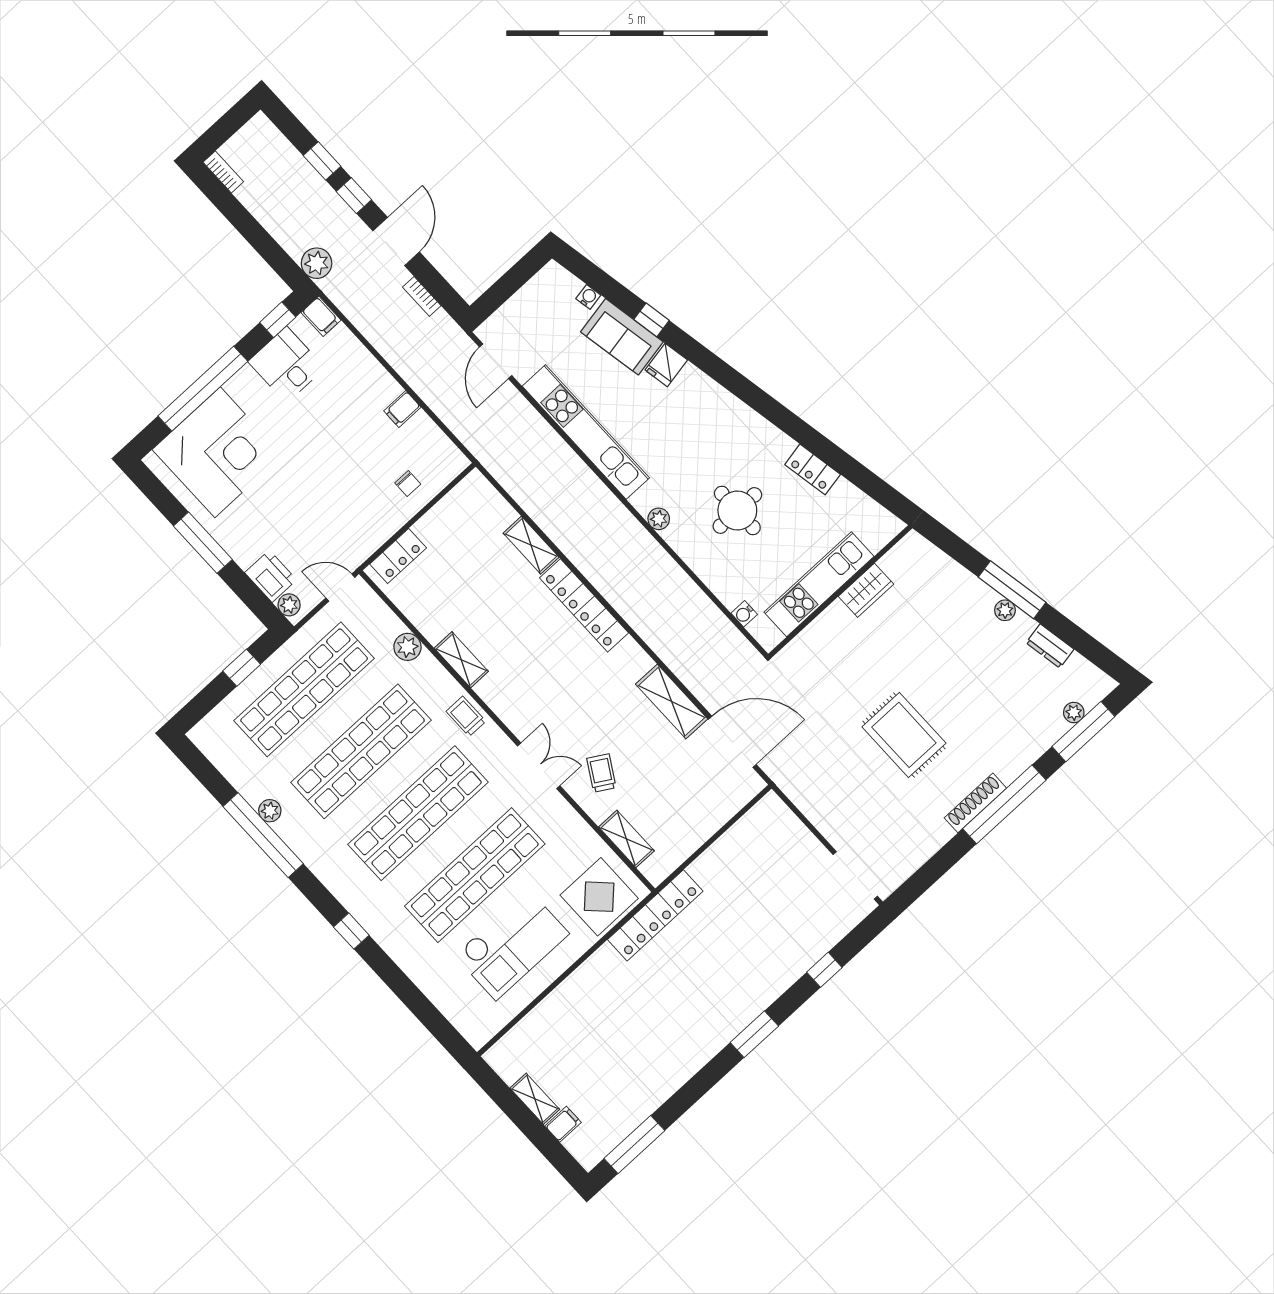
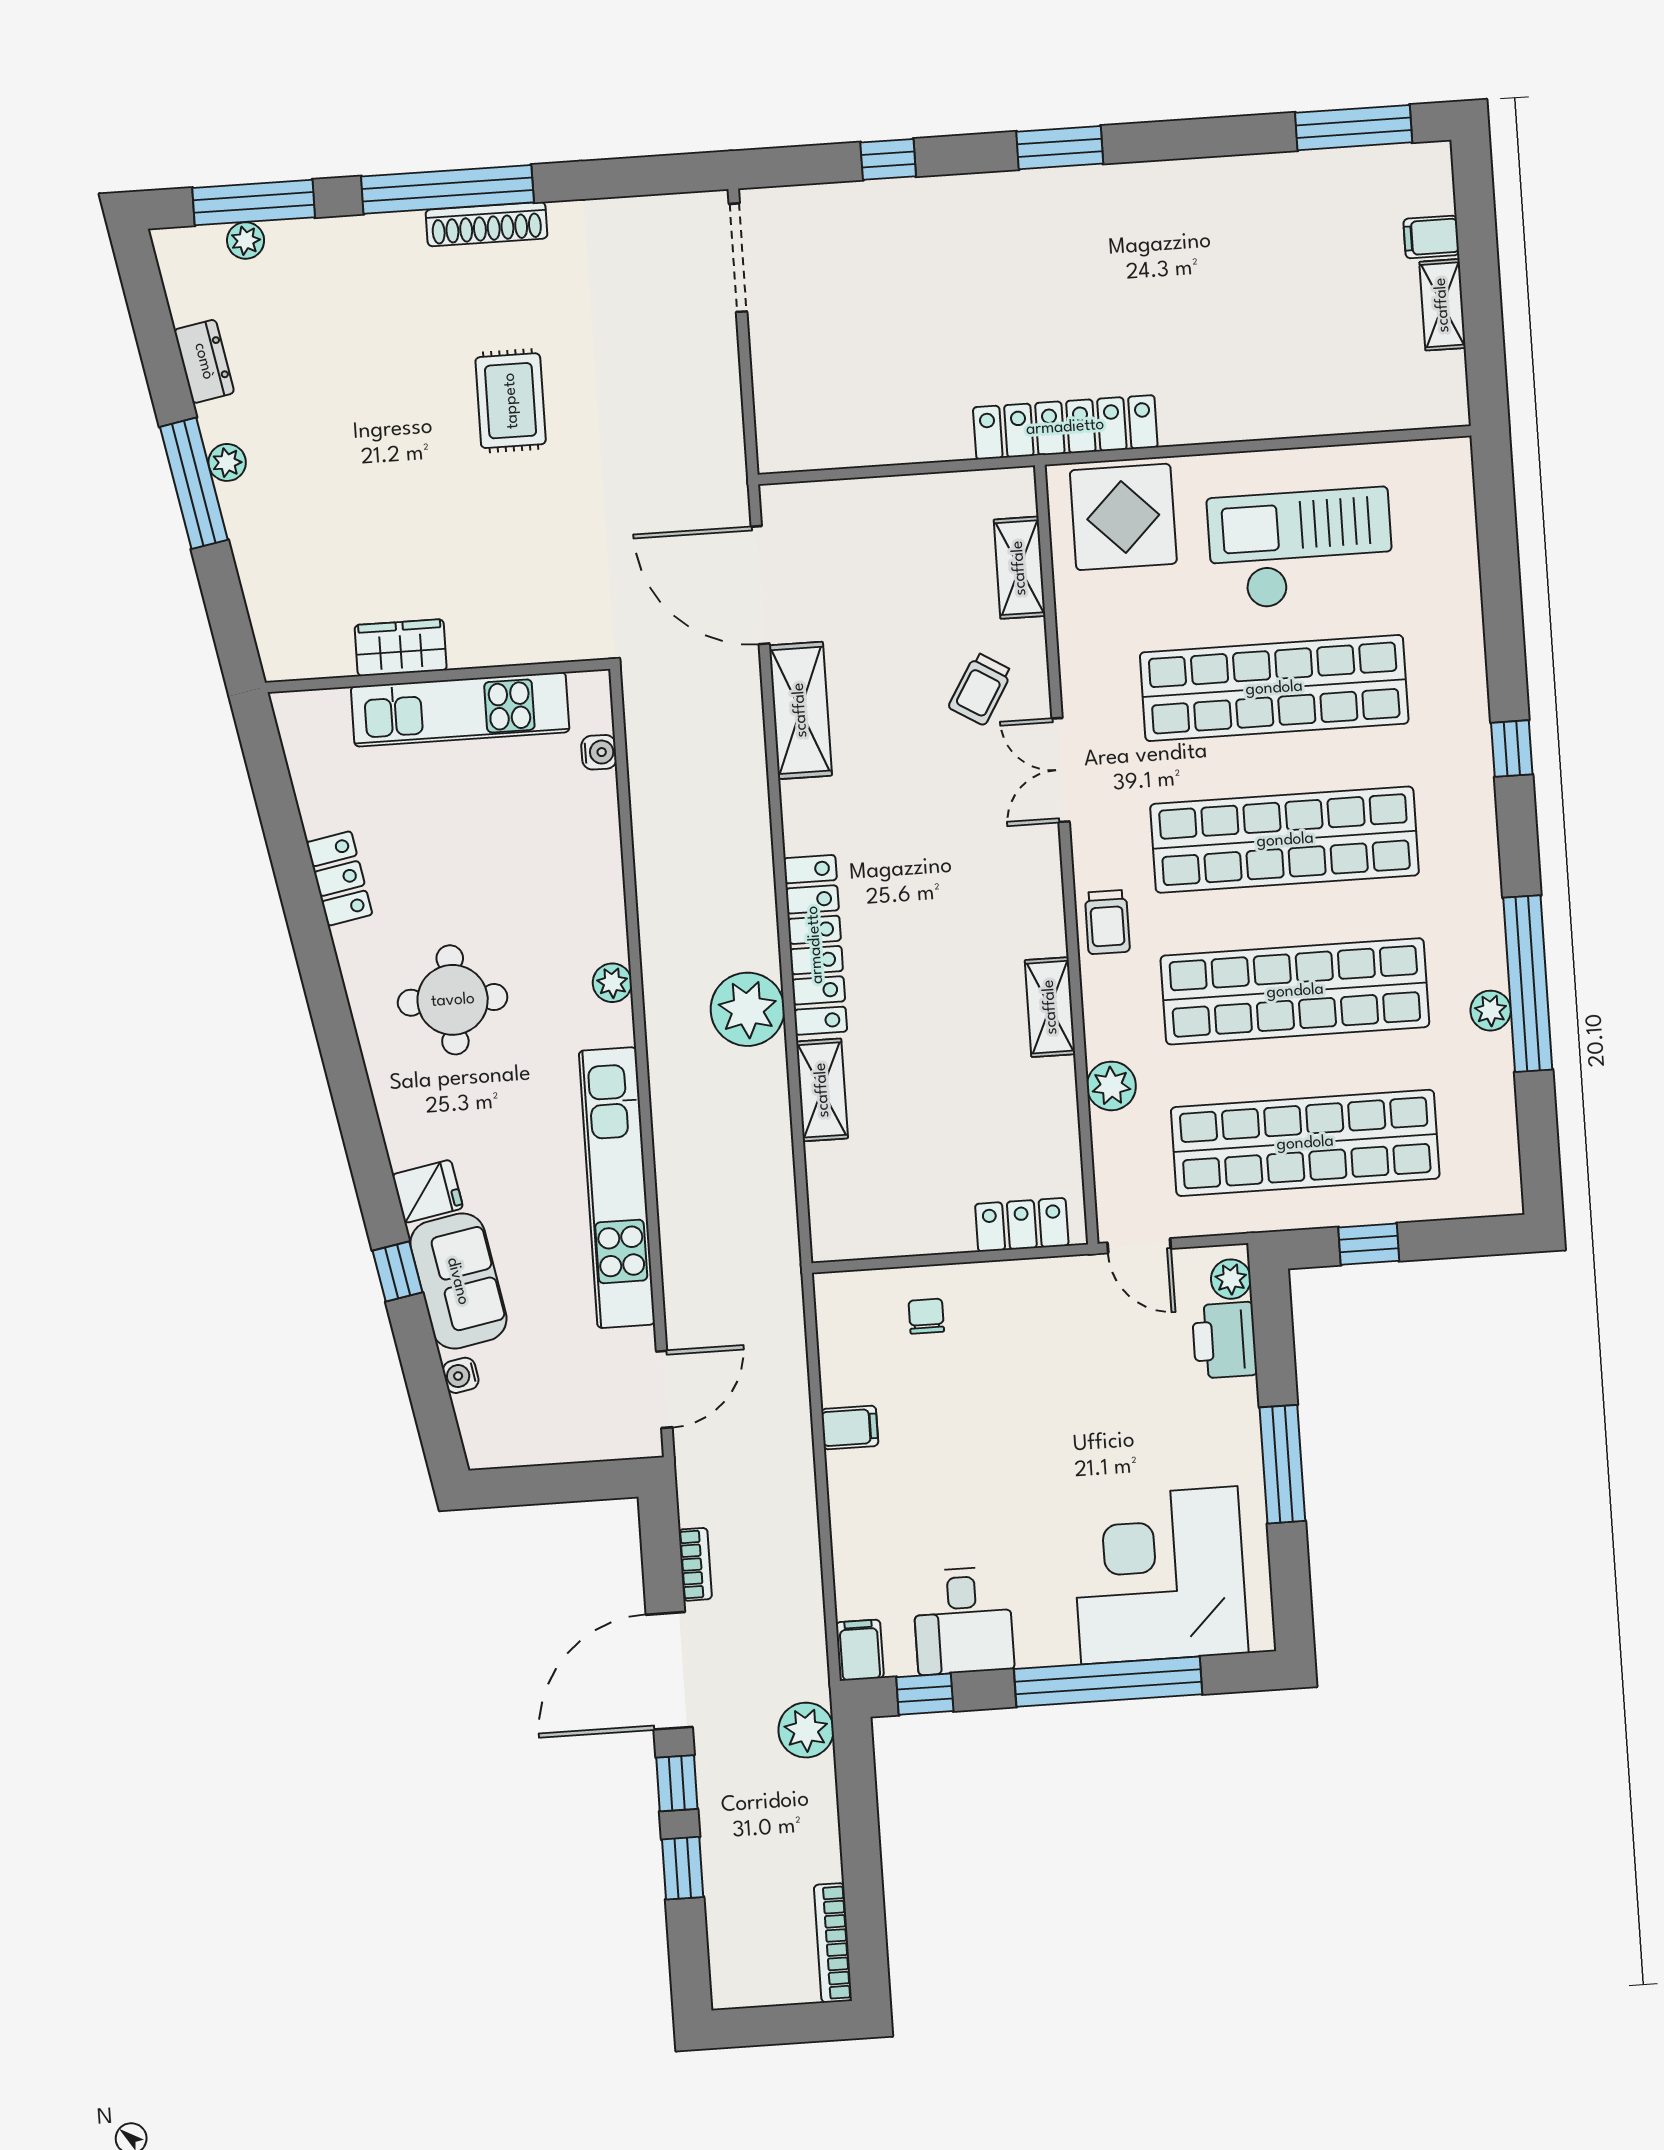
bookcase: (223, 172) -> (833, 1943), width x1.56
door: (396, 241) -> (669, 1671), width x1.36
round table: (737, 510) -> (453, 1000), moved
plant: (591, 554) -> (748, 1009), added
rug: (904, 735) -> (511, 401), width x0.73, depth x0.70

